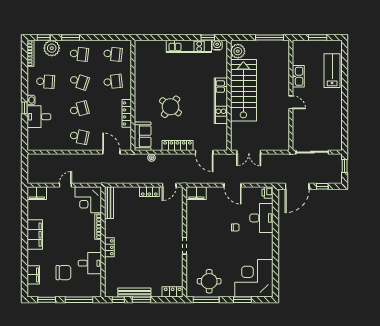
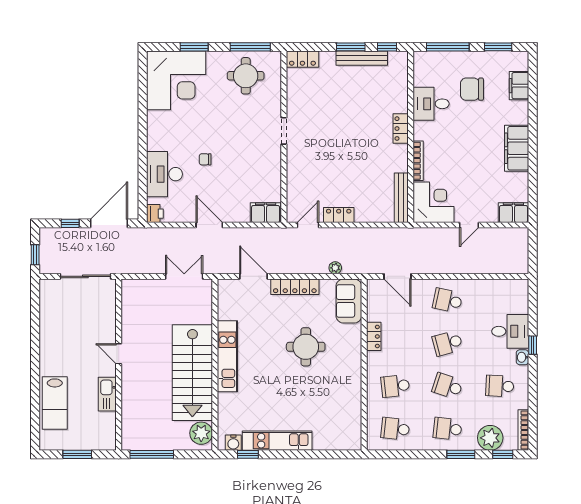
round table: (170, 107) -> (306, 347), turned -38
locker: (127, 113) -> (374, 336), width x0.66

